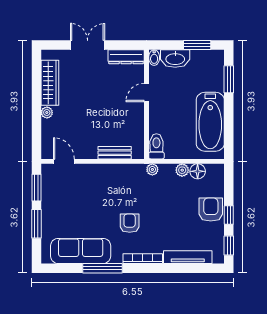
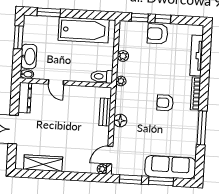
plant: (47, 113) -> (102, 169), moved
floor lamp: (198, 171) -> (120, 121), moved
window: (229, 245) -> (140, 18), moved
sofa: (81, 251) -> (170, 167), moved, turned 90

